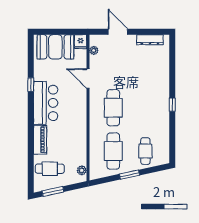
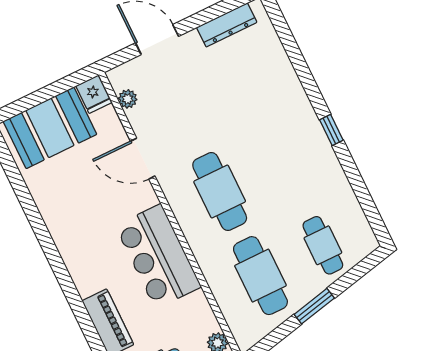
window: (31, 85) -> (38, 224), removed
bar counter: (46, 103) -> (158, 256), moved, turned 180

